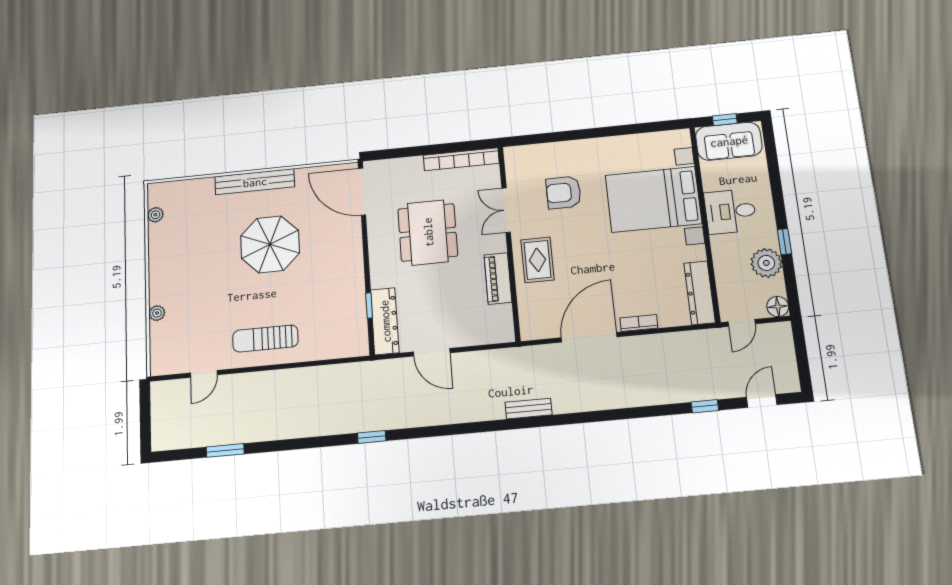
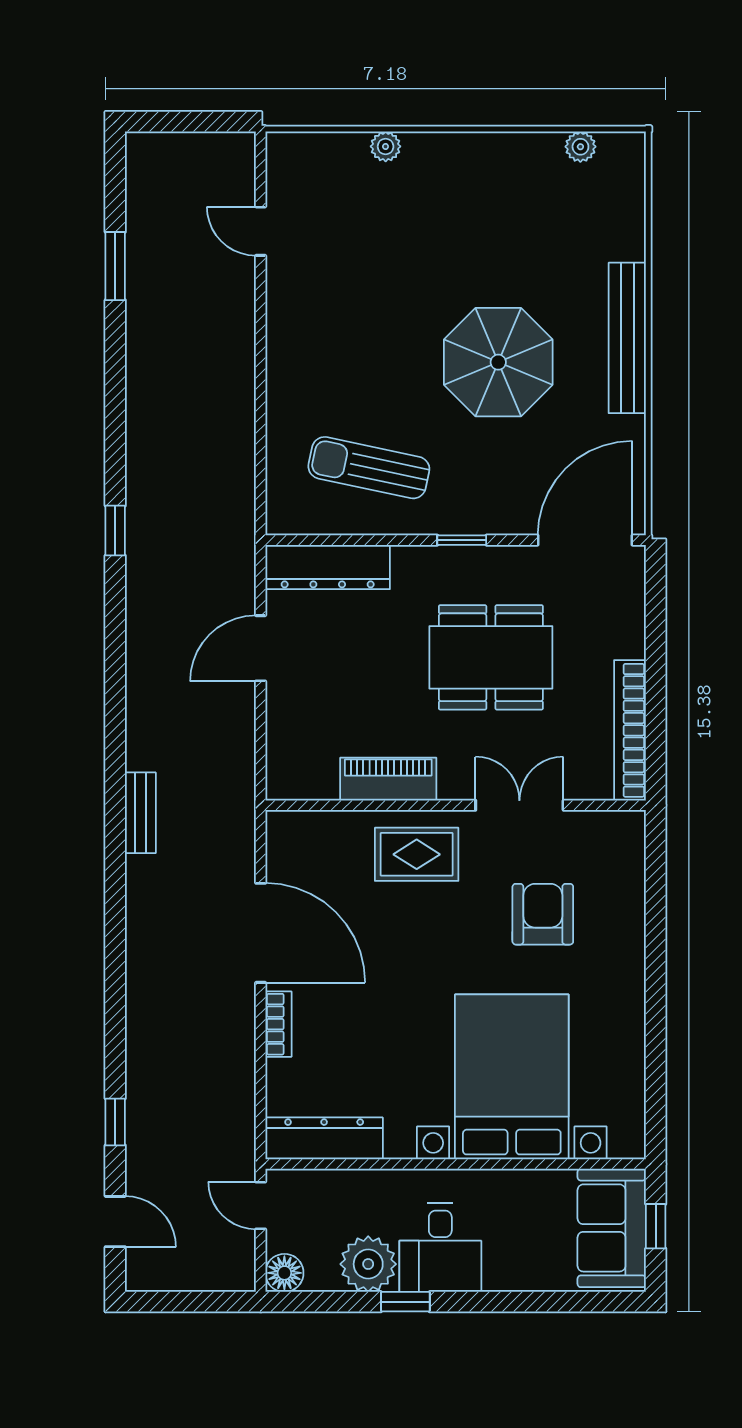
desk: (730, 211) -> (440, 1248), moved, turned 180
window: (369, 305) -> (462, 540), moved
sun lounger: (265, 339) -> (369, 468), moved, turned -78

